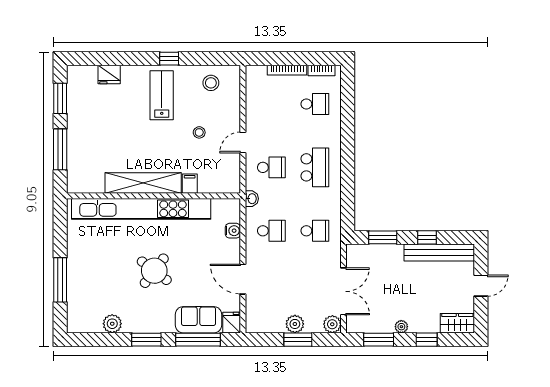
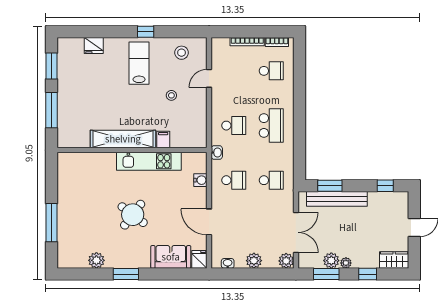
door: (243, 142) -> (209, 78), moved
kitchen unit: (141, 209) -> (149, 161), width x0.54
window: (427, 237) -> (385, 186), moved
bench: (439, 252) -> (337, 199), moved
plant: (384, 324) -> (331, 261), added
washbasin: (264, 327) -> (228, 263), added
window: (198, 340) -> (170, 274), removed
window: (298, 340) -> (256, 274), removed

